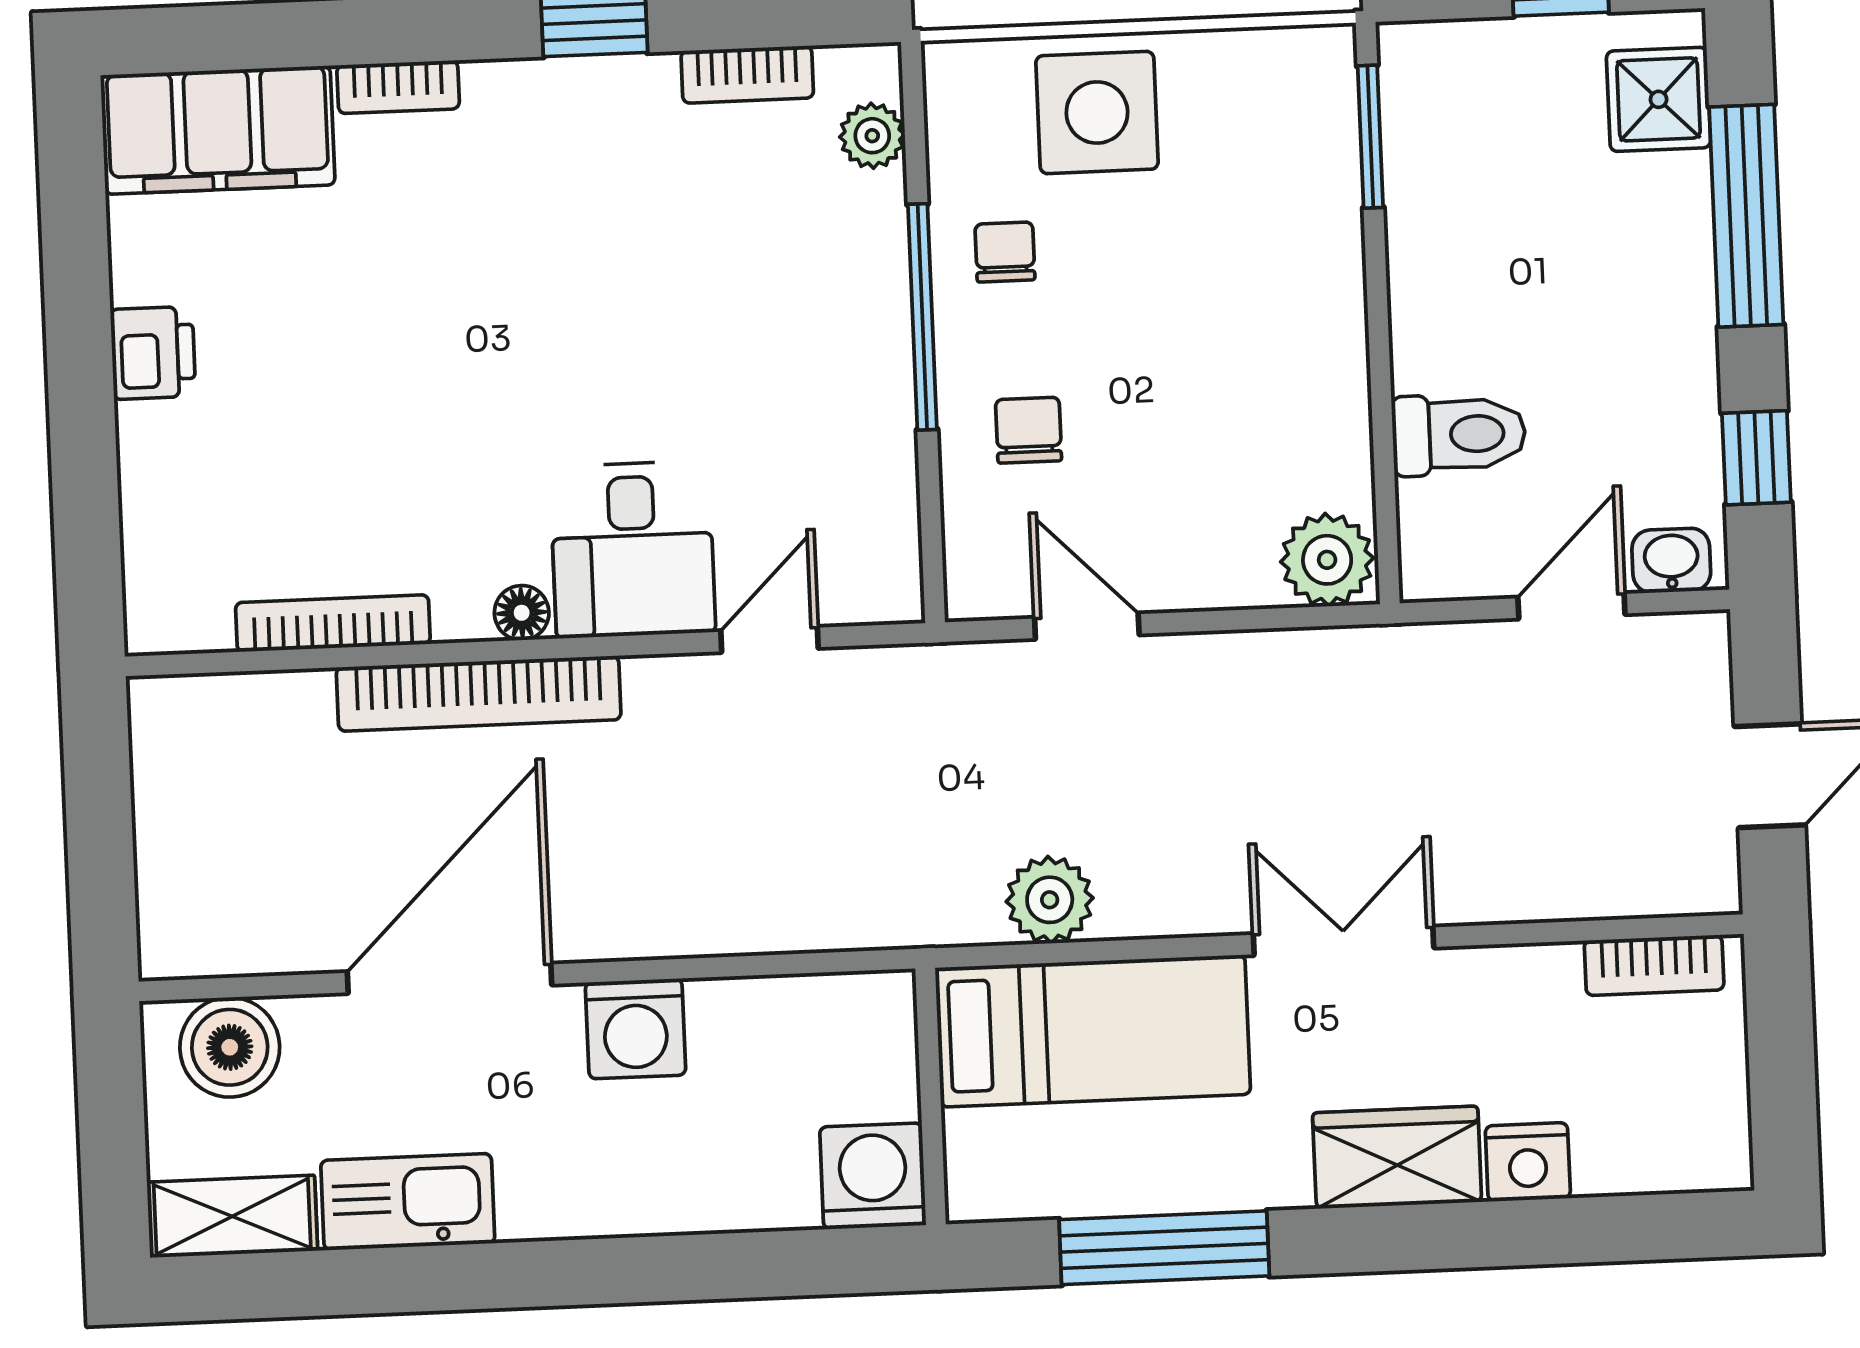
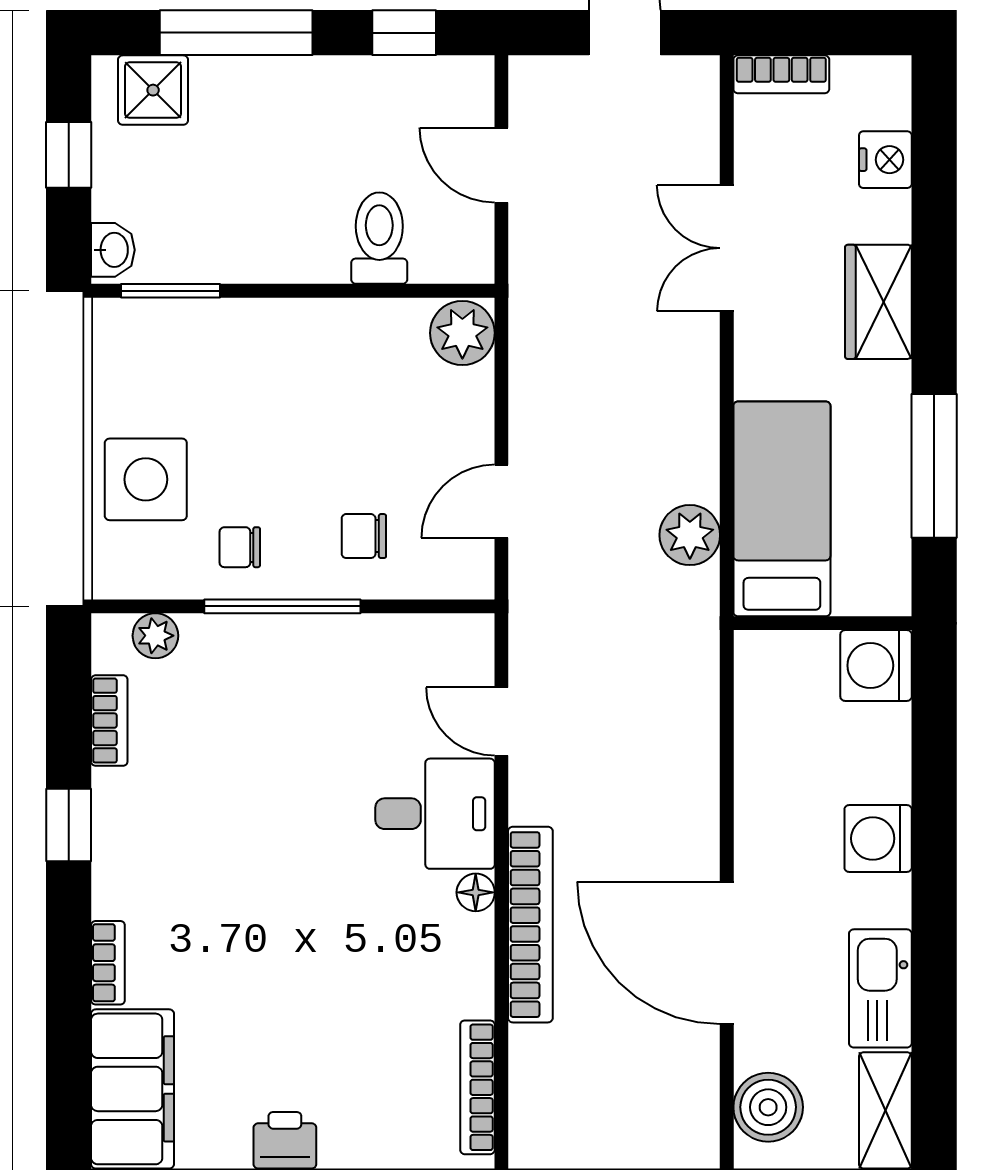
washbasin: (1671, 560) -> (113, 250), moved, turned 180
bookcase: (333, 623) -> (477, 1087), moved
double door: (1343, 941) -> (727, 248), moved
bookcase: (1654, 965) -> (781, 74), moved, turned 90
washing machine: (636, 1029) -> (878, 838), moved, turned 180
nightstand: (1528, 1162) -> (885, 160), moved

